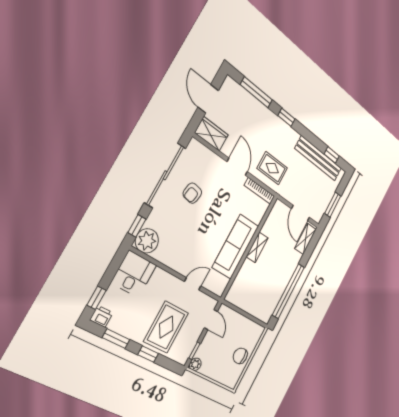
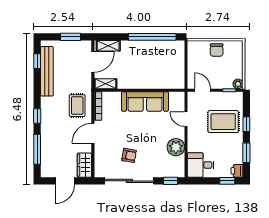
plant: (147, 241) -> (176, 147), moved
shelving: (257, 247) -> (106, 84), moved
door: (211, 320) -> (203, 90), hinge flipped

